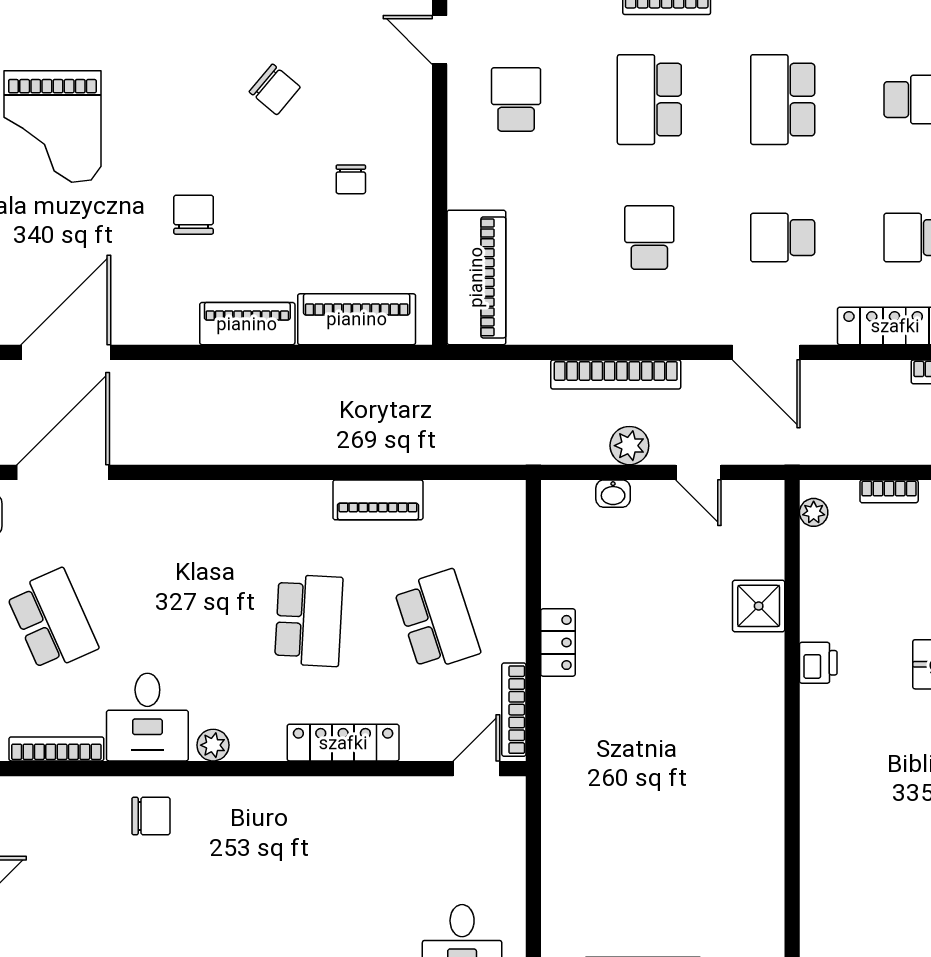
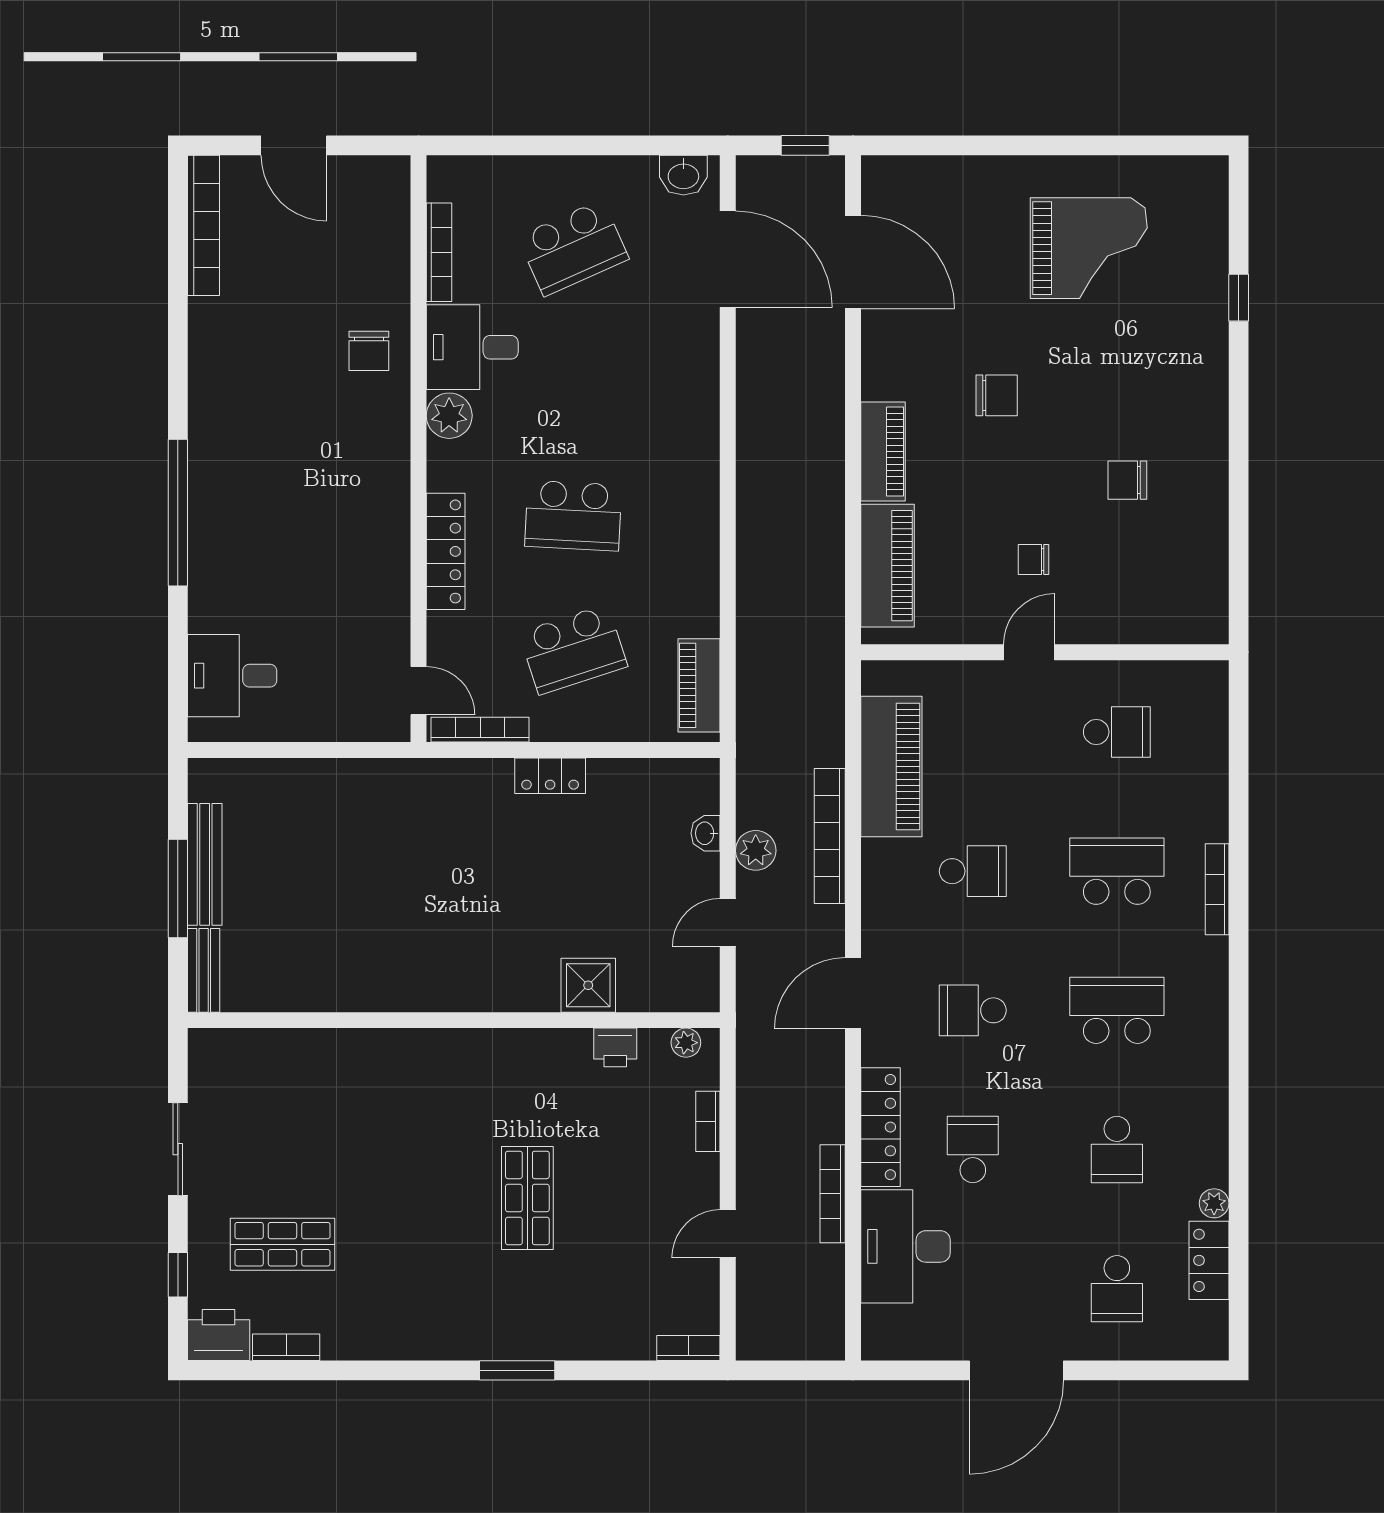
door: (440, 40) -> (1029, 652), moved
chair: (275, 89) -> (1127, 480), turned 50
grand piano: (52, 126) -> (1089, 248), turned 180
school desk: (783, 238) -> (973, 1010), turned -90
piano: (476, 277) -> (891, 766), moved, turned -90
piano: (378, 500) -> (699, 685), moved
printer: (818, 663) -> (615, 1047), moved
plant: (213, 745) -> (449, 416), width x1.38, depth x1.38

